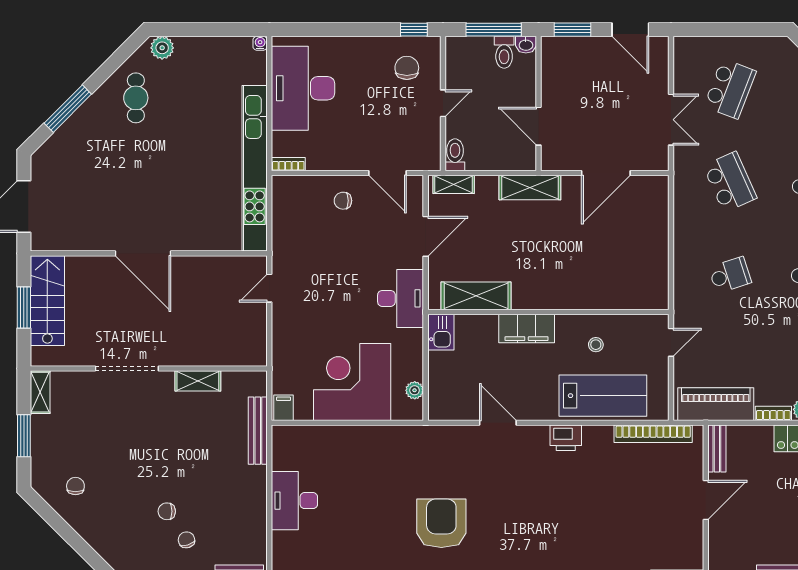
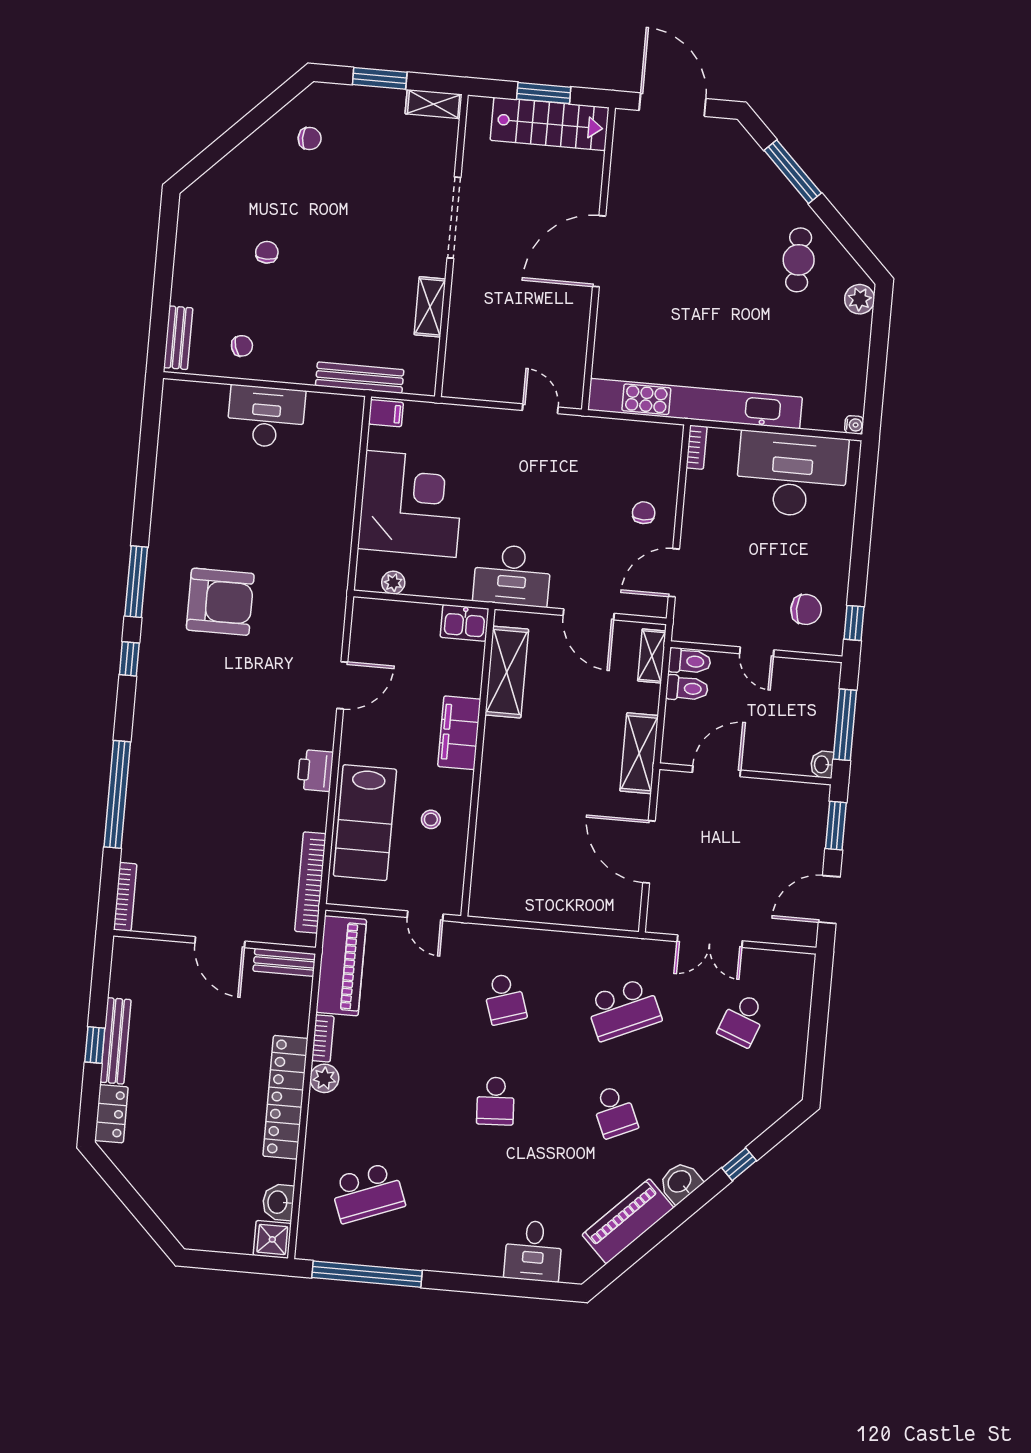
toilet: (504, 52) -> (687, 688), moved, turned 180
school desk: (730, 89) -> (742, 1020), width x0.54
cafe table: (136, 98) -> (799, 260), turned 90
chair: (186, 540) -> (242, 346), moved

